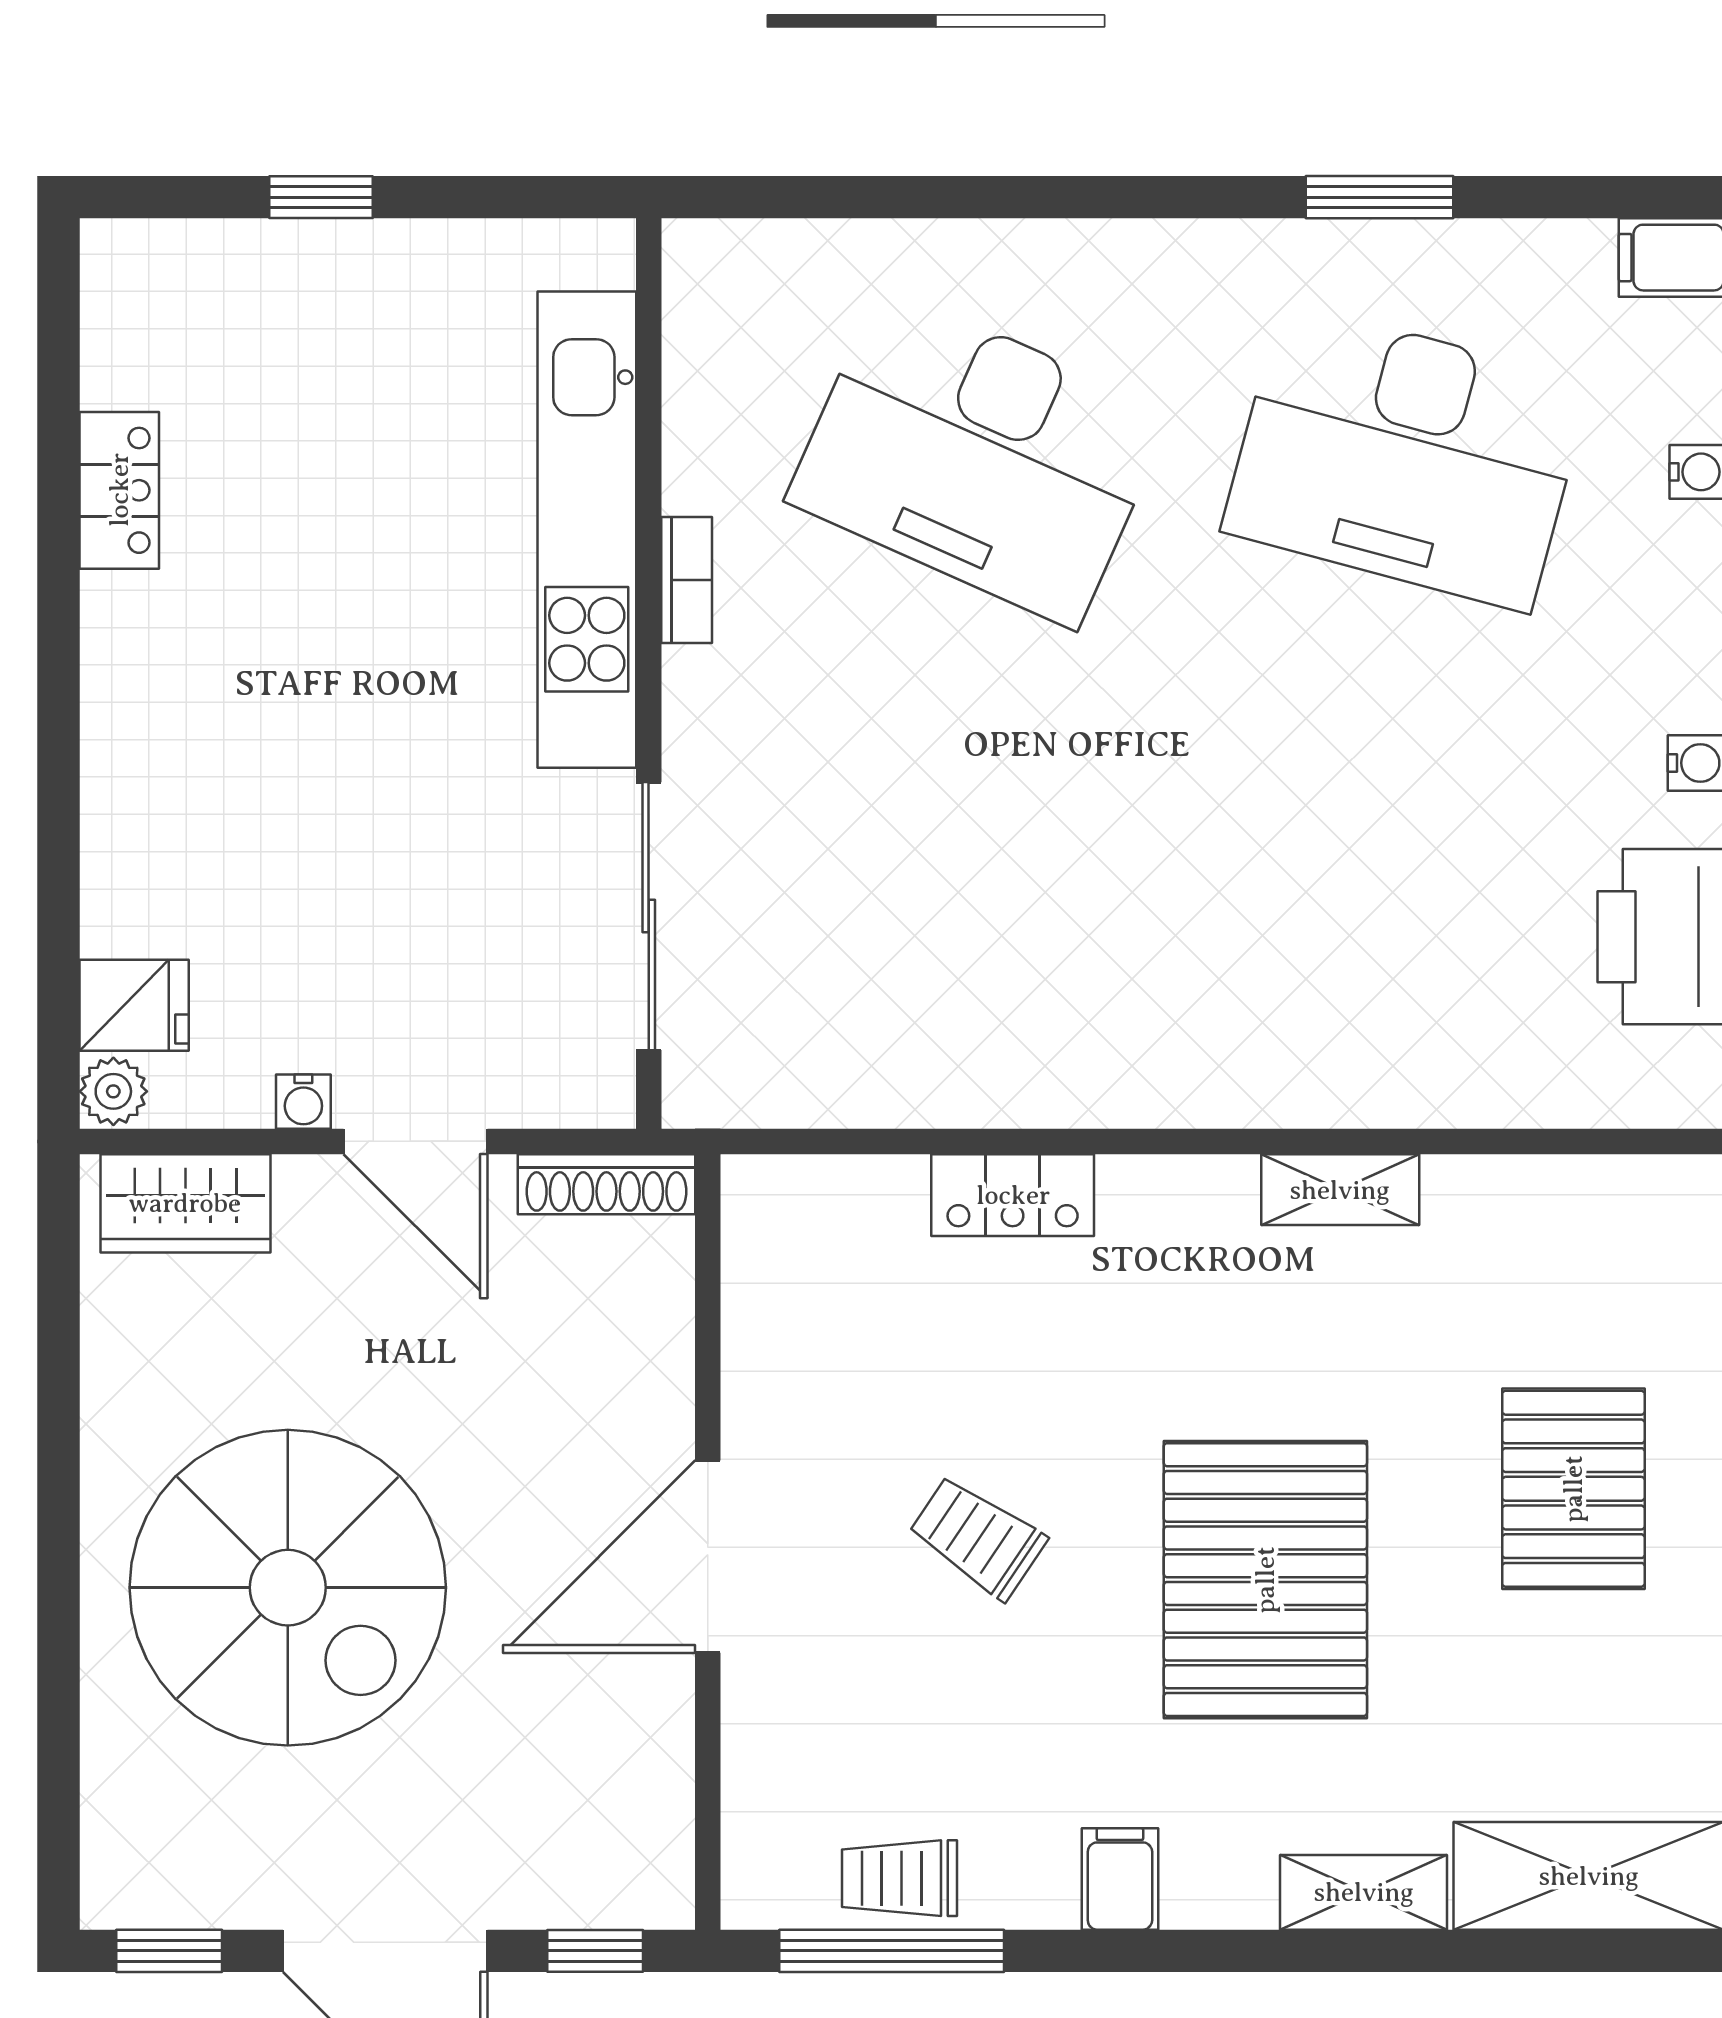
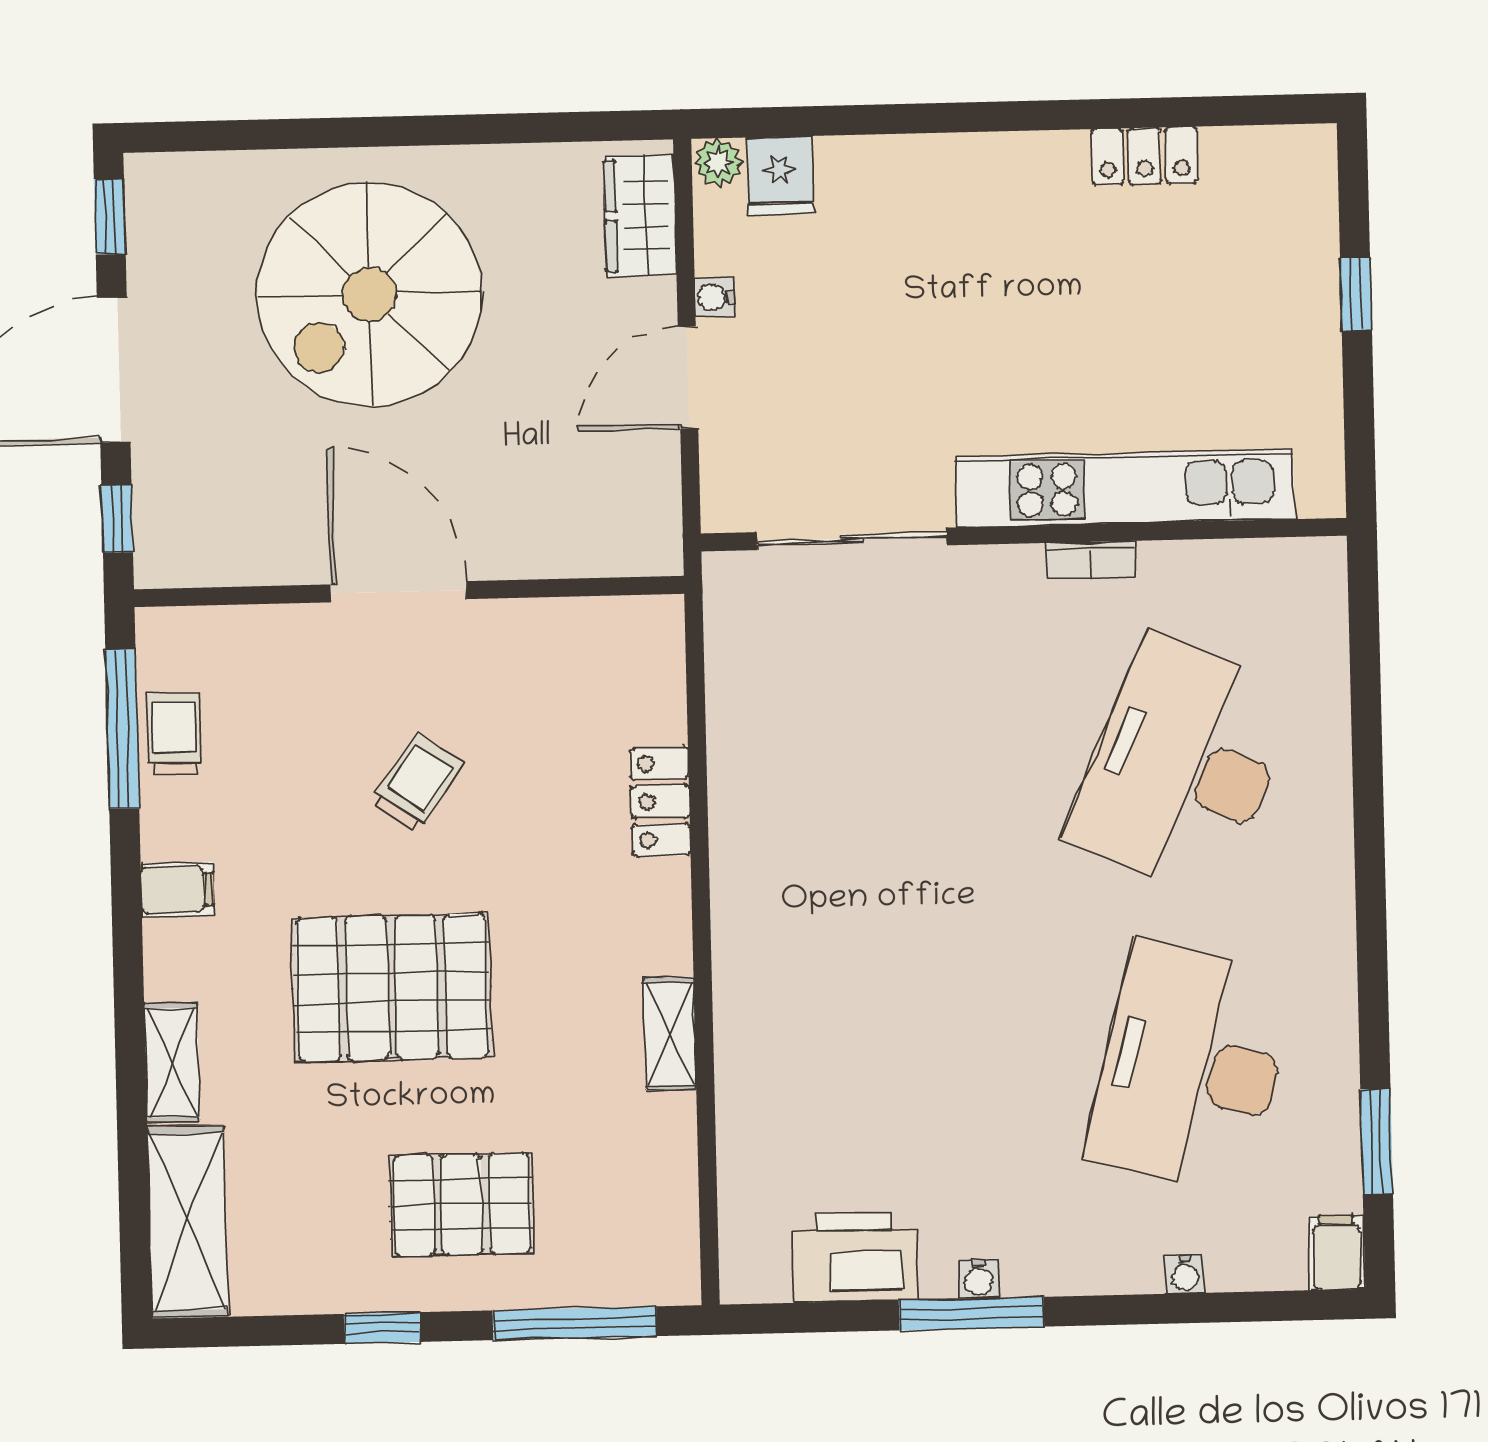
window: (1379, 197) -> (1377, 1141), moved
shoe rack: (606, 1184) -> (661, 514), removed

